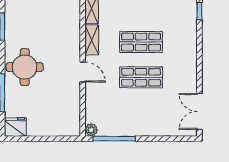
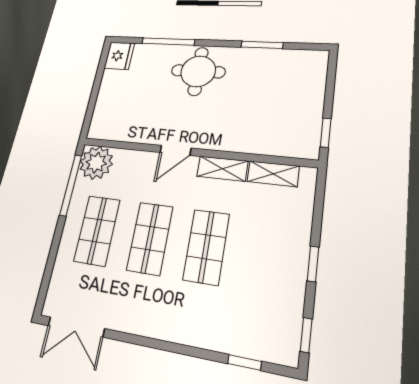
double door: (199, 111) -> (76, 327), swing flipped
shop shelf: (141, 113) -> (97, 230), added
plant: (91, 130) -> (96, 163), width x1.87, depth x1.87

